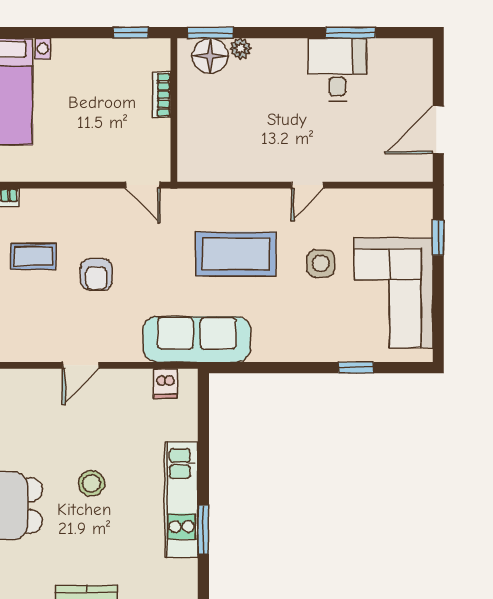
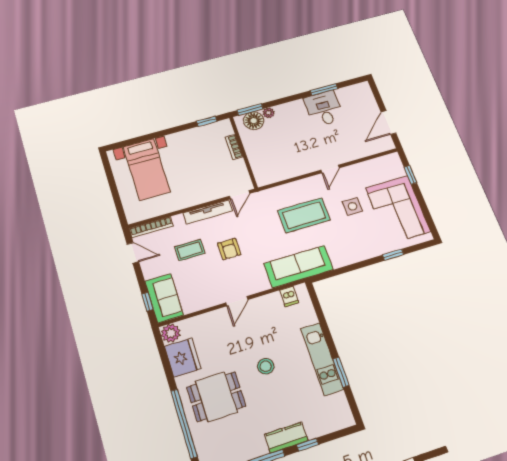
door: (143, 185) -> (240, 195), hinge flipped
tv unit: (82, 199) -> (208, 212), added

